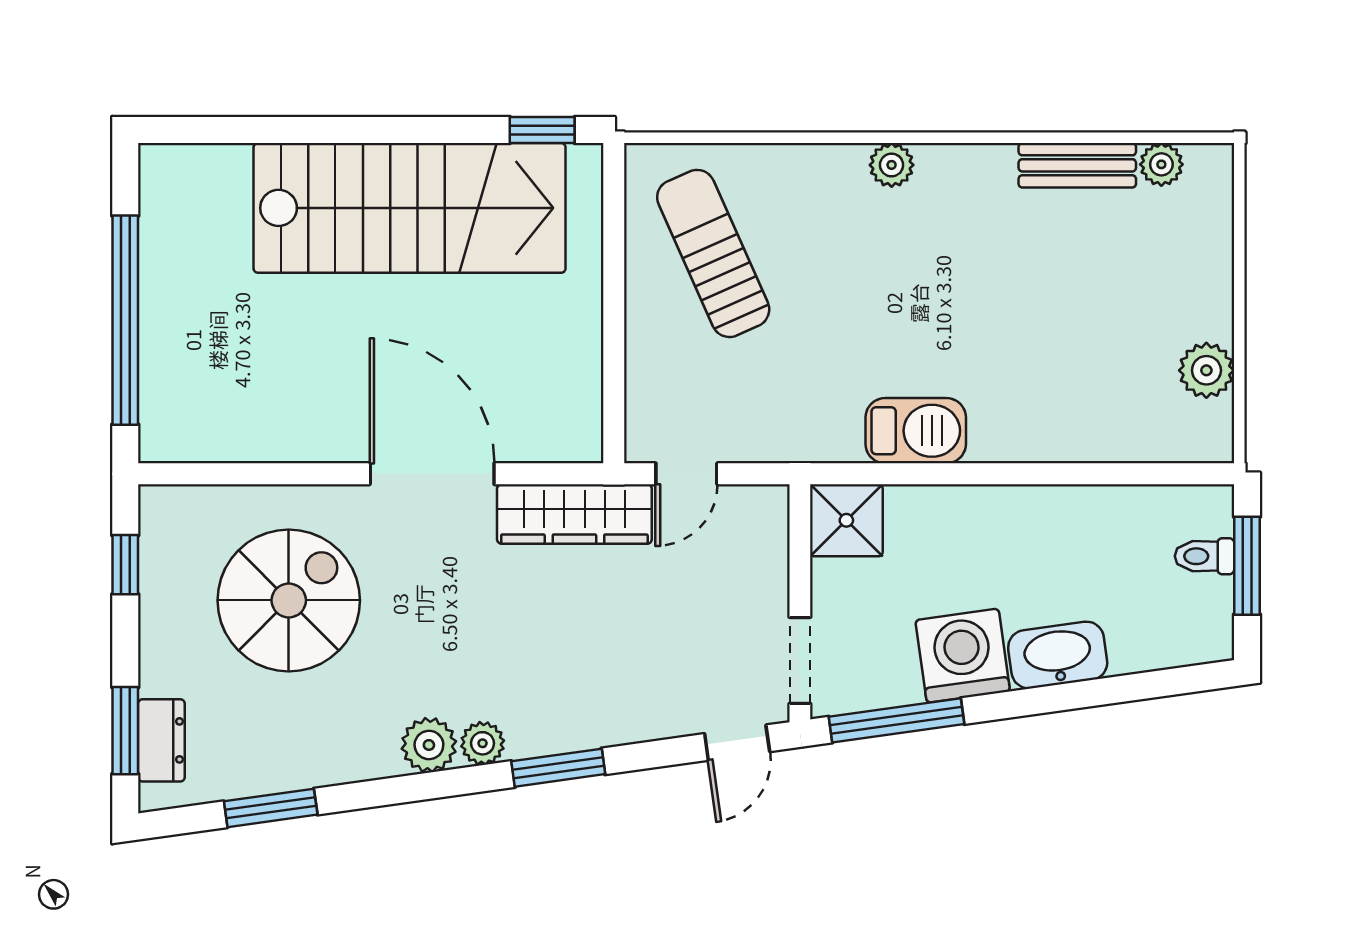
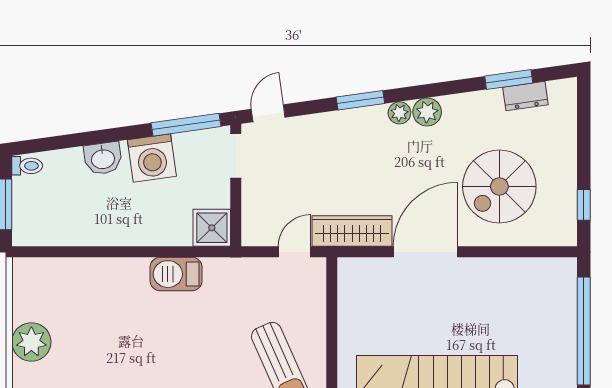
plant: (1206, 370) -> (31, 342), moved, width x1.36, depth x1.36
door: (432, 474) -> (425, 252), swing flipped
toilet: (1205, 556) -> (27, 166), moved
washbasin: (1058, 655) -> (103, 158), width x0.72
window: (125, 731) -> (584, 119), removed
dresser: (161, 740) -> (525, 96), moved, turned -98

